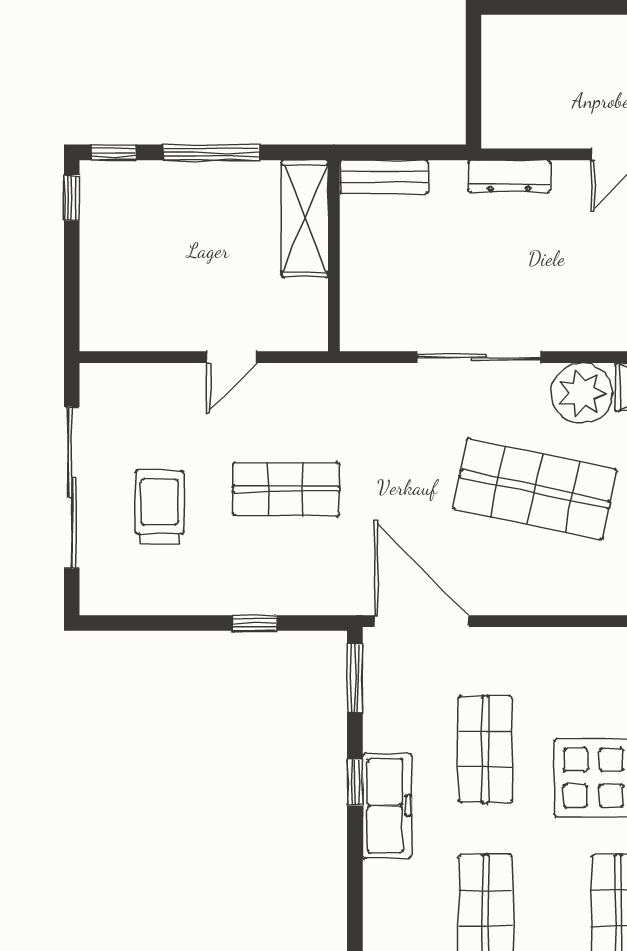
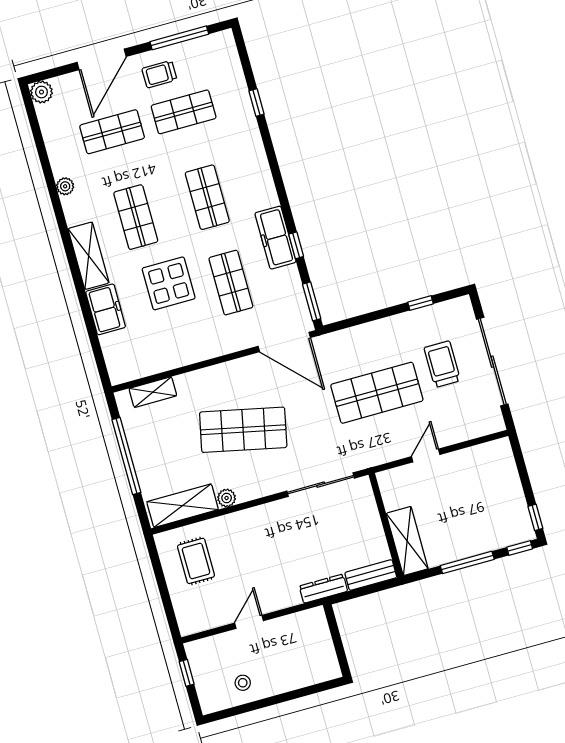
dresser: (509, 176) -> (323, 589), moved
sliding door: (479, 357) -> (321, 485), moved
plant: (582, 393) -> (227, 498), width x0.53, depth x0.53
shop shelf: (286, 489) -> (377, 393), width x1.43, depth x1.36
trolley: (159, 507) -> (442, 364), turned 180
window: (255, 623) -> (420, 303), moved

